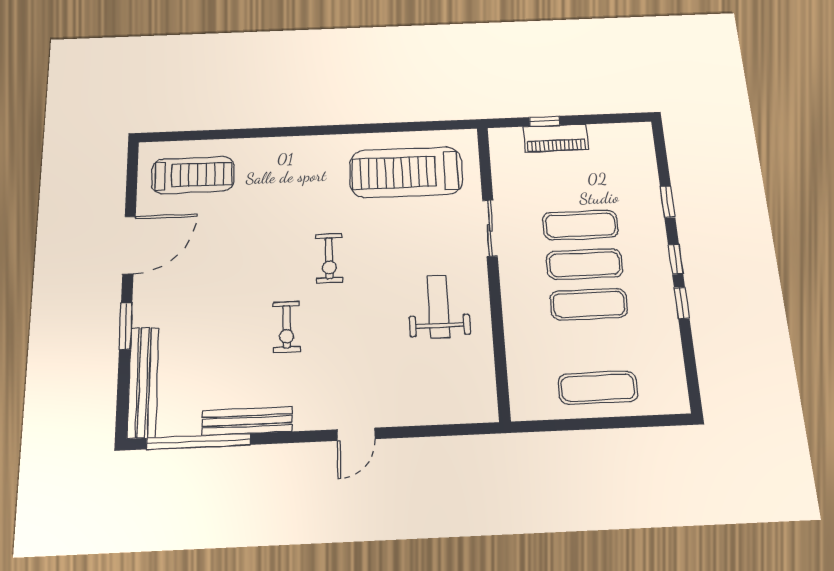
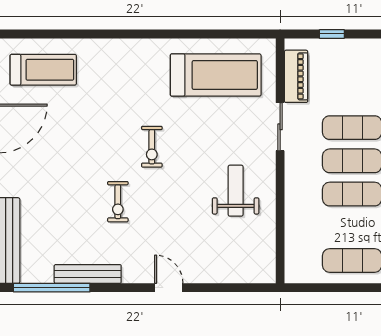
piano: (556, 138) -> (296, 76), moved, turned -90
treadmill: (406, 172) -> (216, 75), turned 180
door: (356, 434) -> (169, 288), swing flipped

